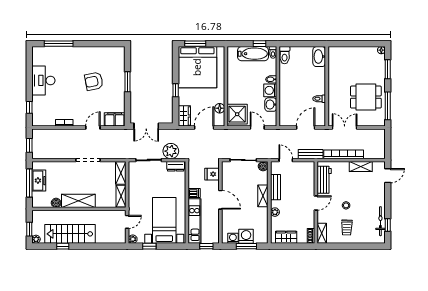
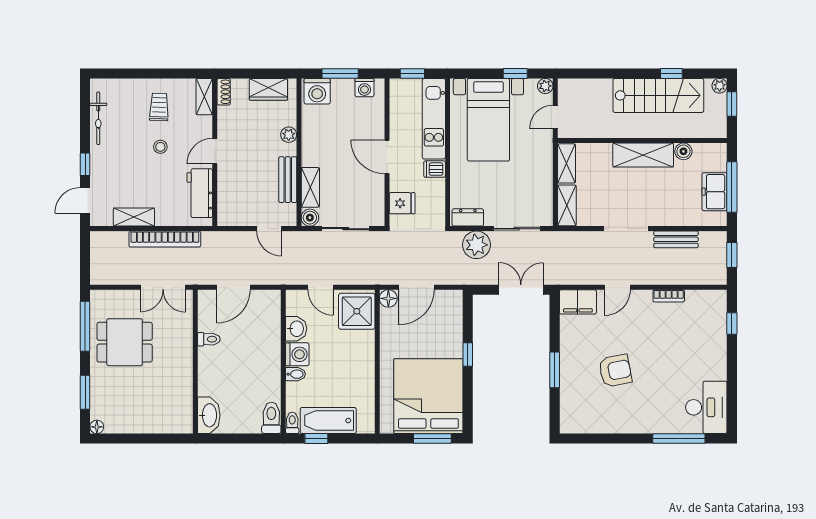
desk: (43, 80) -> (706, 407), moved
floor lamp: (220, 108) -> (388, 298), moved
wardrobe: (184, 116) -> (452, 308), removed
bench: (311, 154) -> (676, 239), moved
shelving: (263, 196) -> (310, 187), moved
window: (388, 225) -> (85, 164), moved
washing machine: (246, 236) -> (317, 91), moved

